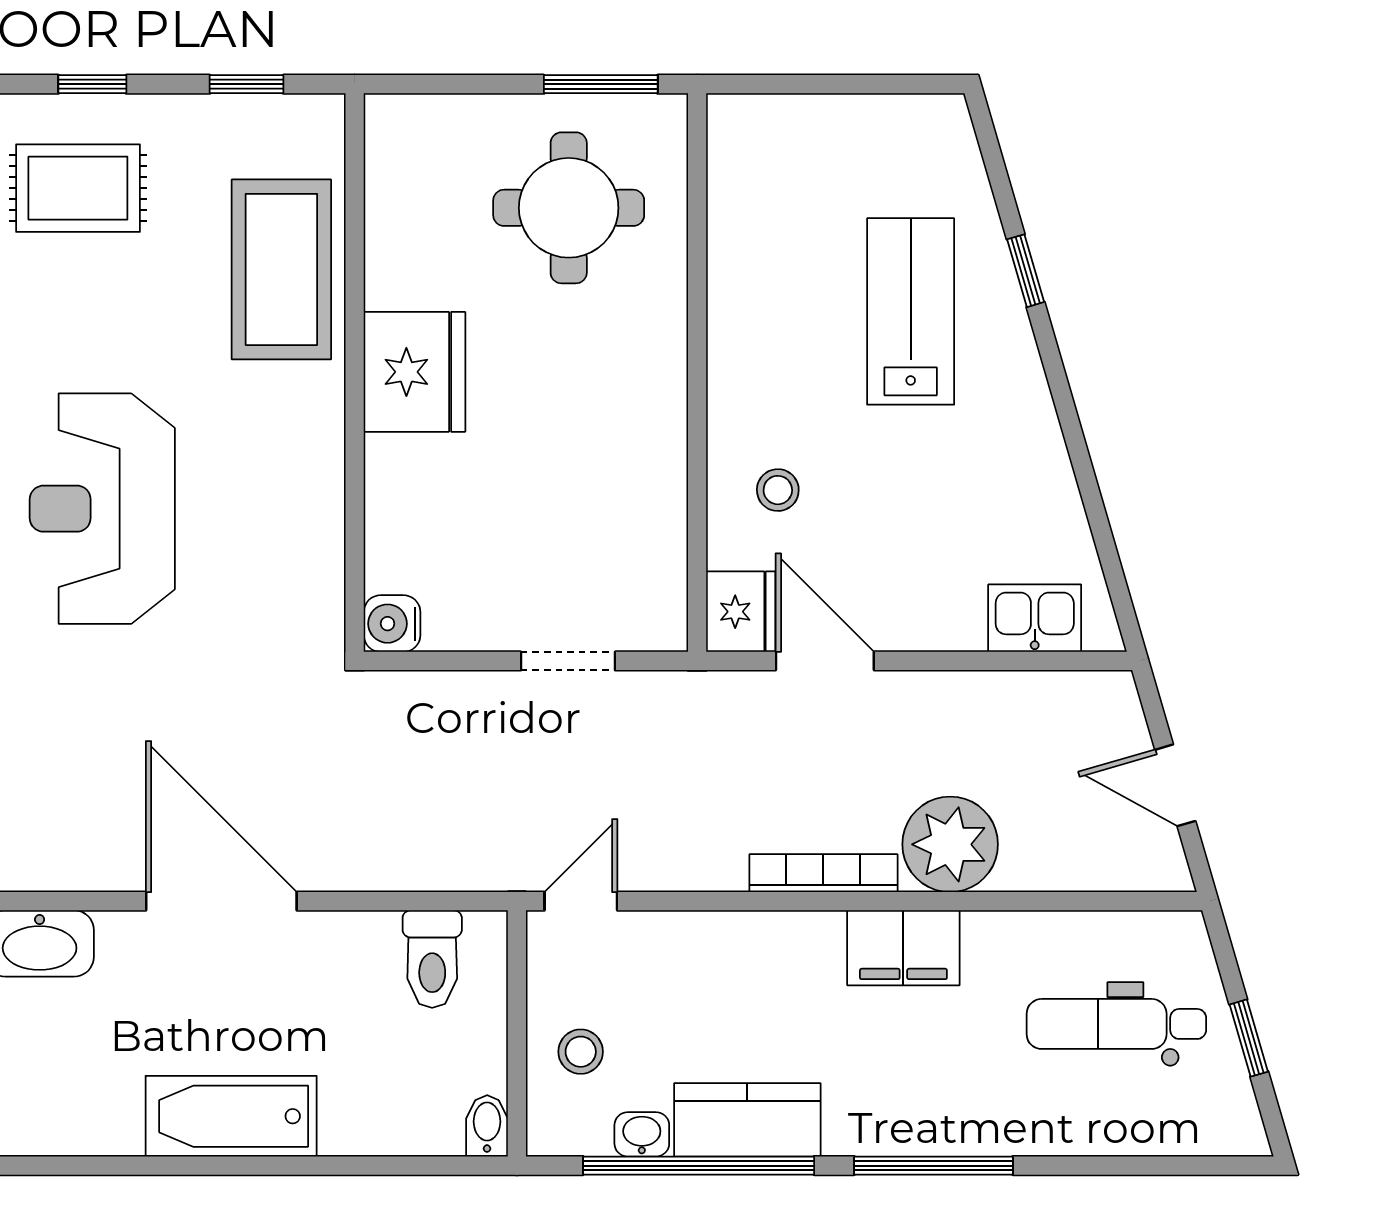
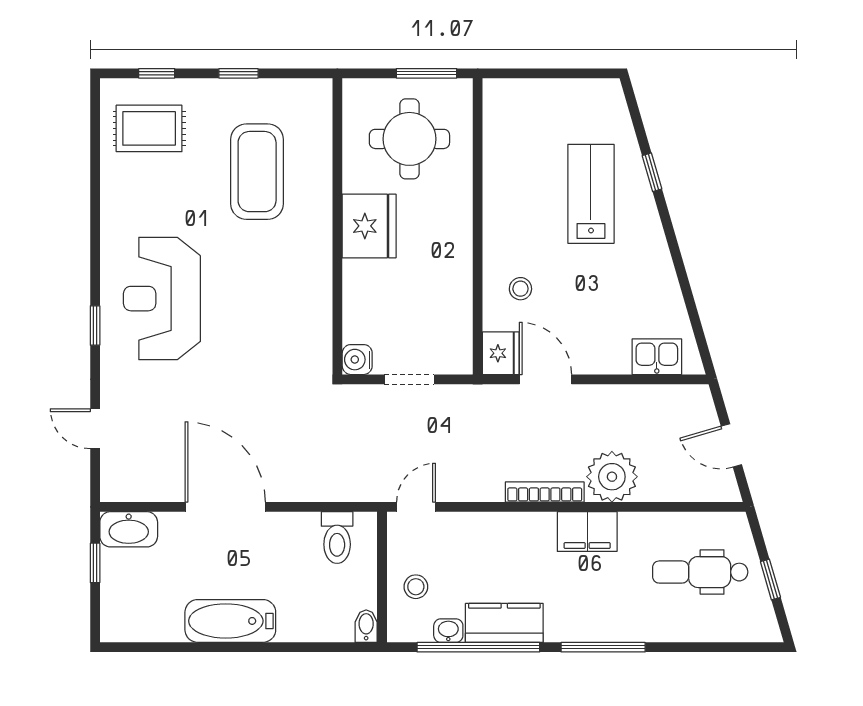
fridge: (414, 372) -> (369, 226), moved
wall: (355, 373) -> (337, 226), moved
water cooler: (392, 624) -> (357, 360), moved

